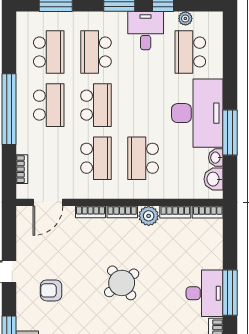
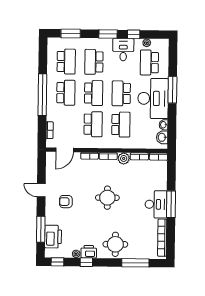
school desk: (143, 105) -> (121, 93), added
window: (230, 132) -> (172, 90), moved
school desk: (143, 158) -> (121, 125), turned 180
round table: (122, 283) -> (107, 198), turned 37

